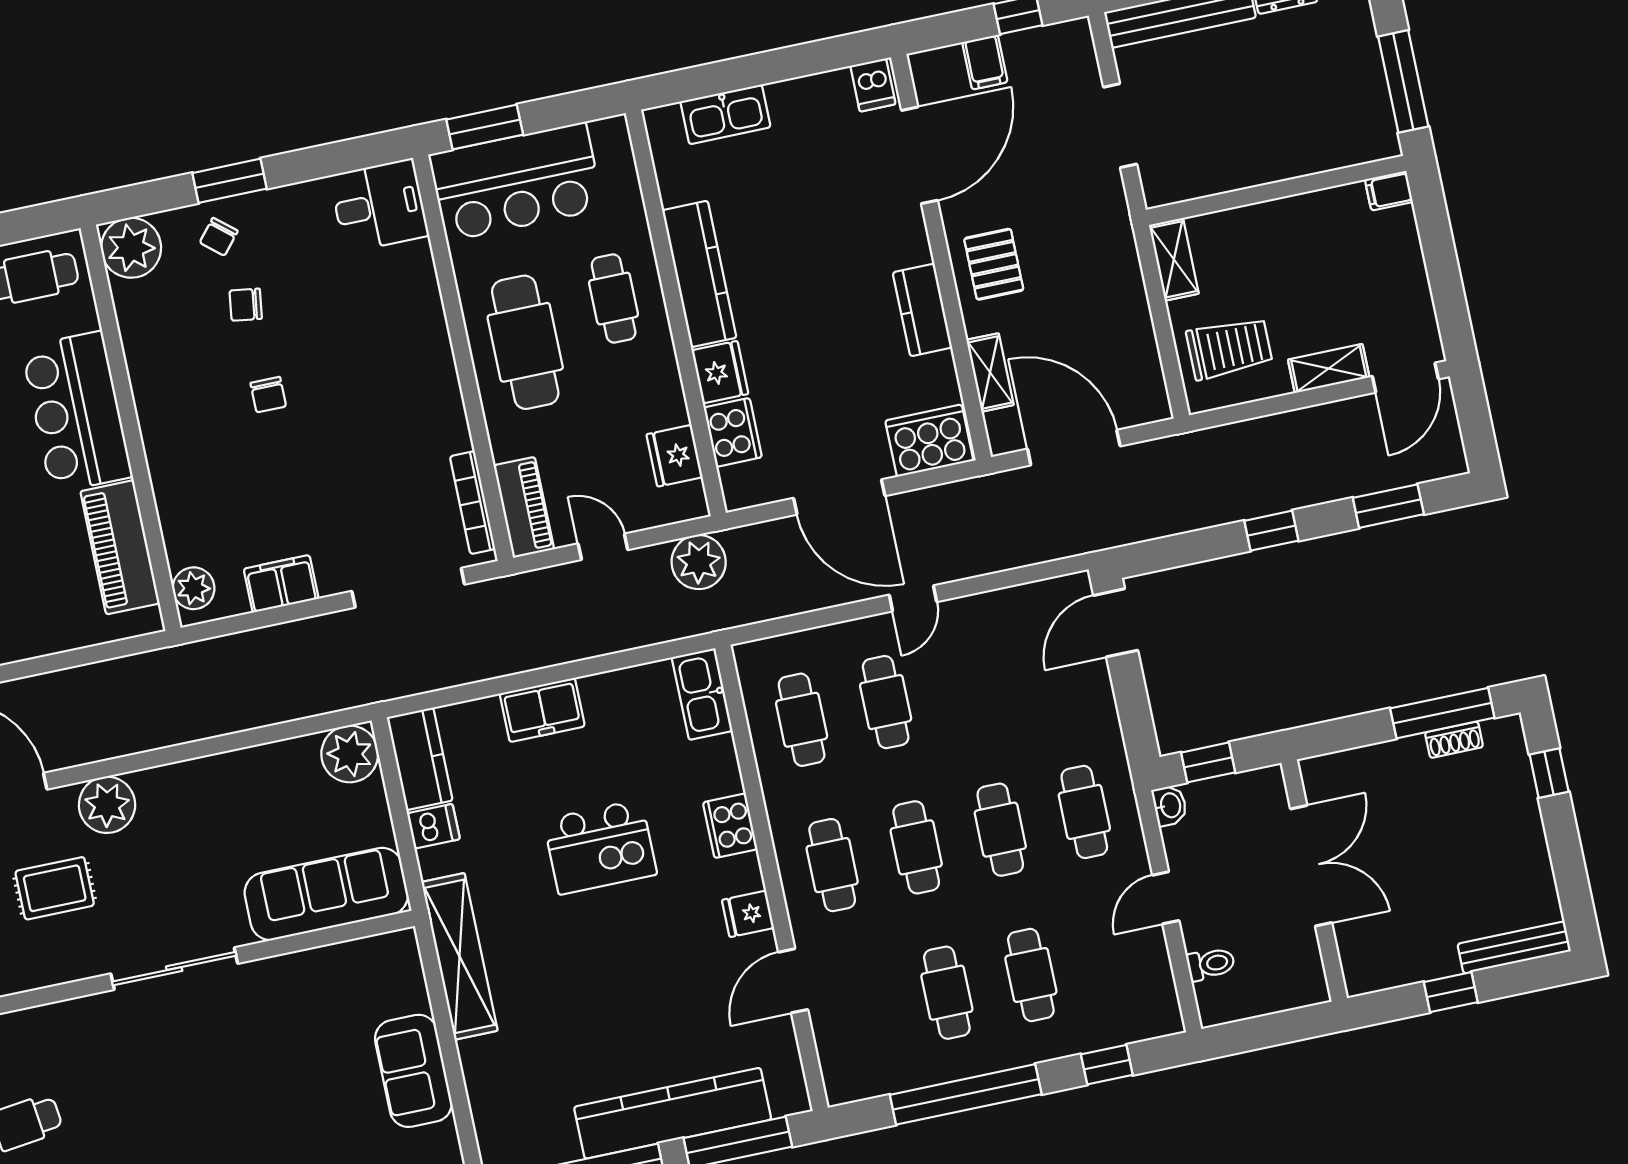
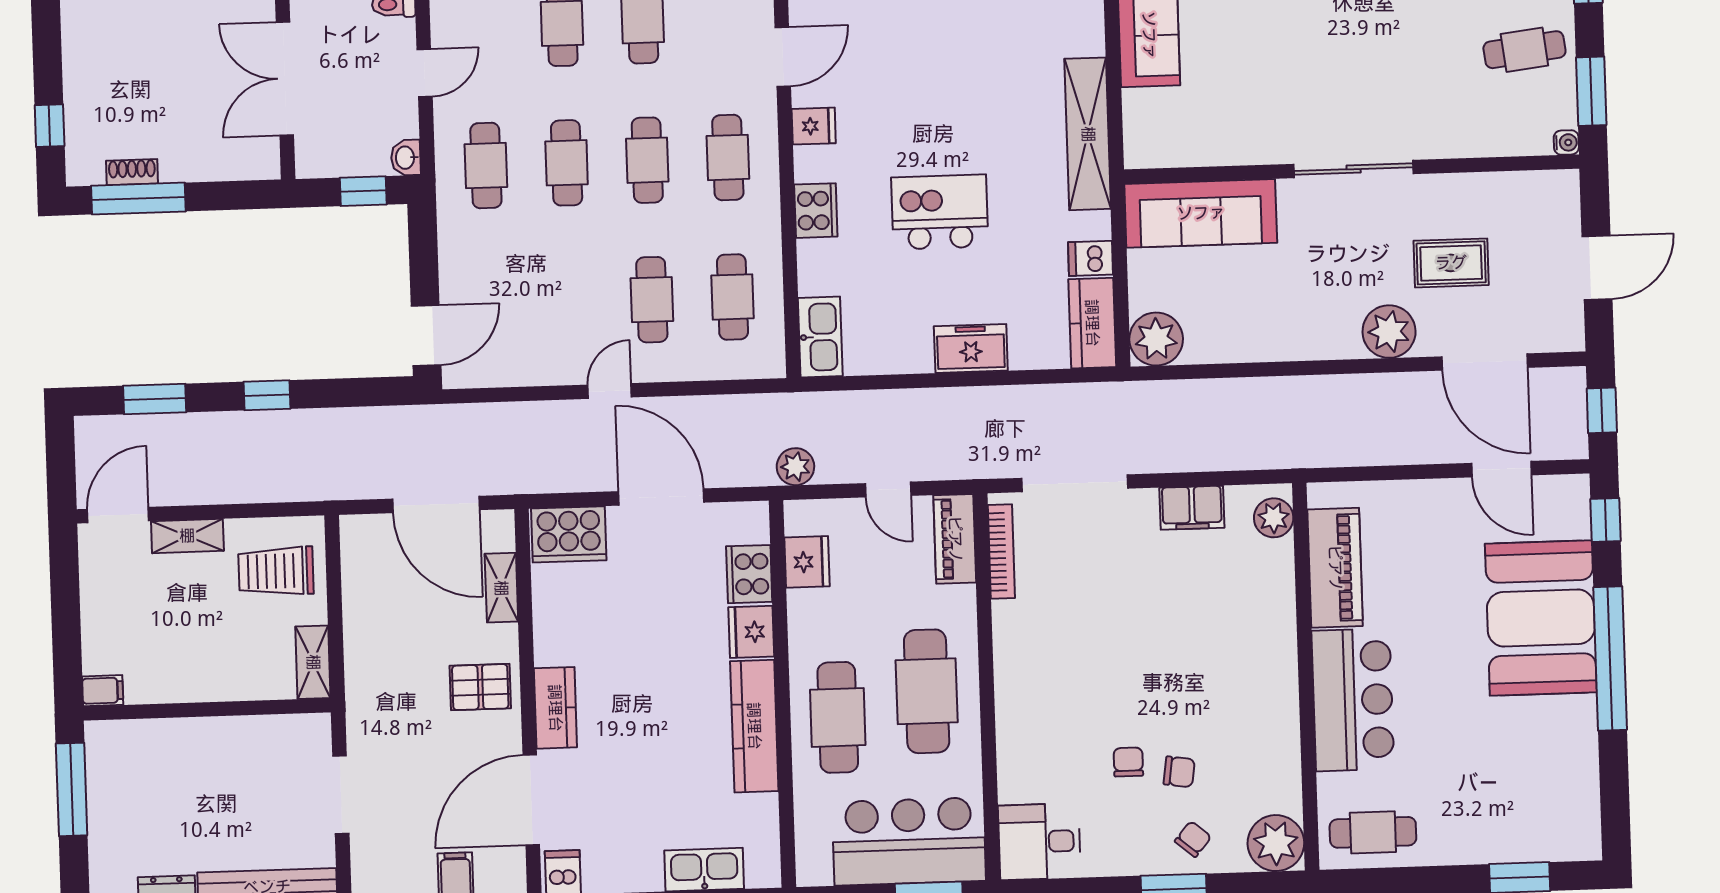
pallet: (994, 264) -> (480, 687), turned 90
cafe table: (614, 299) -> (838, 717), width x1.37, depth x1.35
kitchen counter: (922, 310) -> (555, 708), moved
chair: (268, 395) -> (1128, 762), moved
plant: (699, 562) -> (795, 467), width x0.73, depth x0.73

